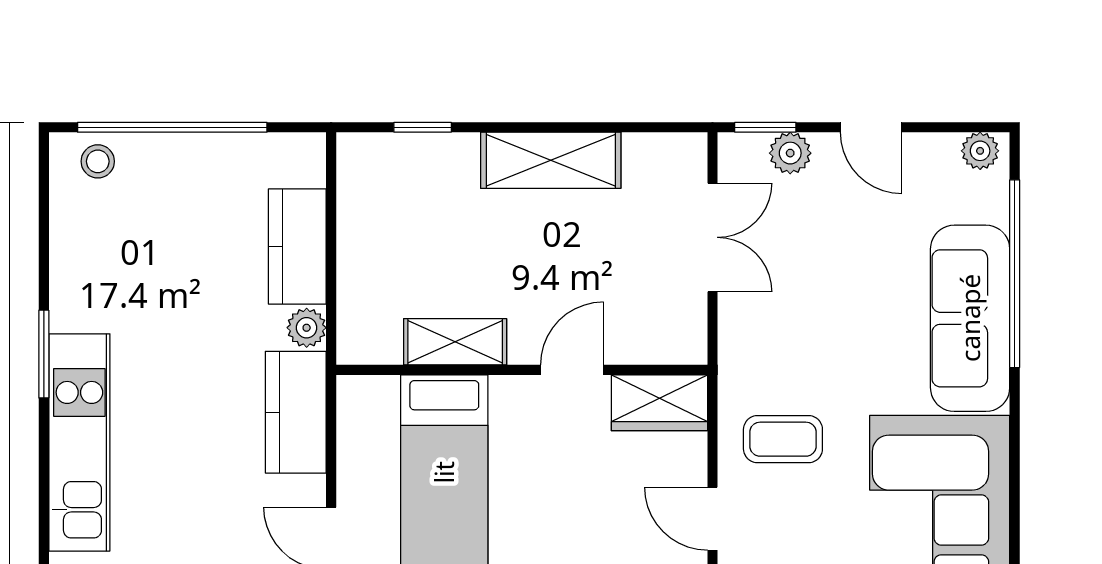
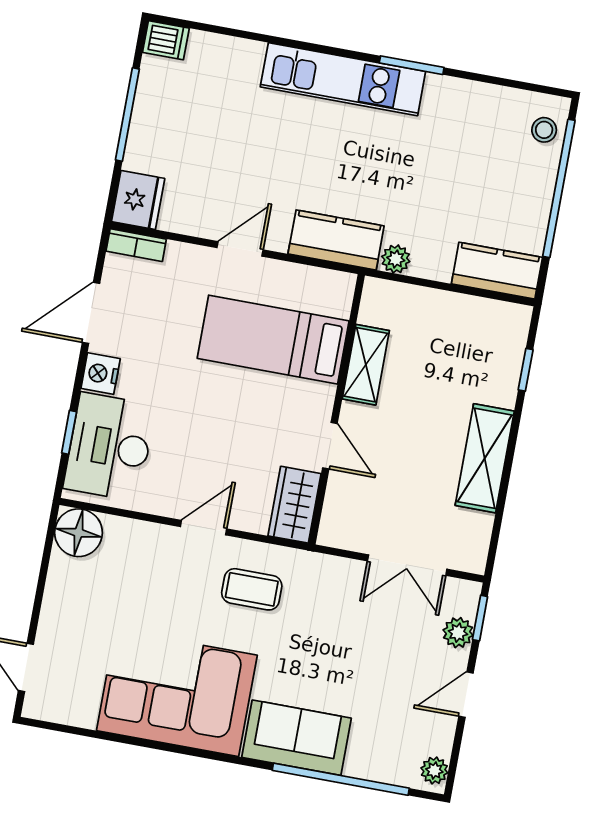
kitchen counter: (297, 247) -> (497, 271), moved
sofa: (970, 318) -> (296, 738), width x0.73
coffee table: (783, 439) -> (252, 589), turned 90

